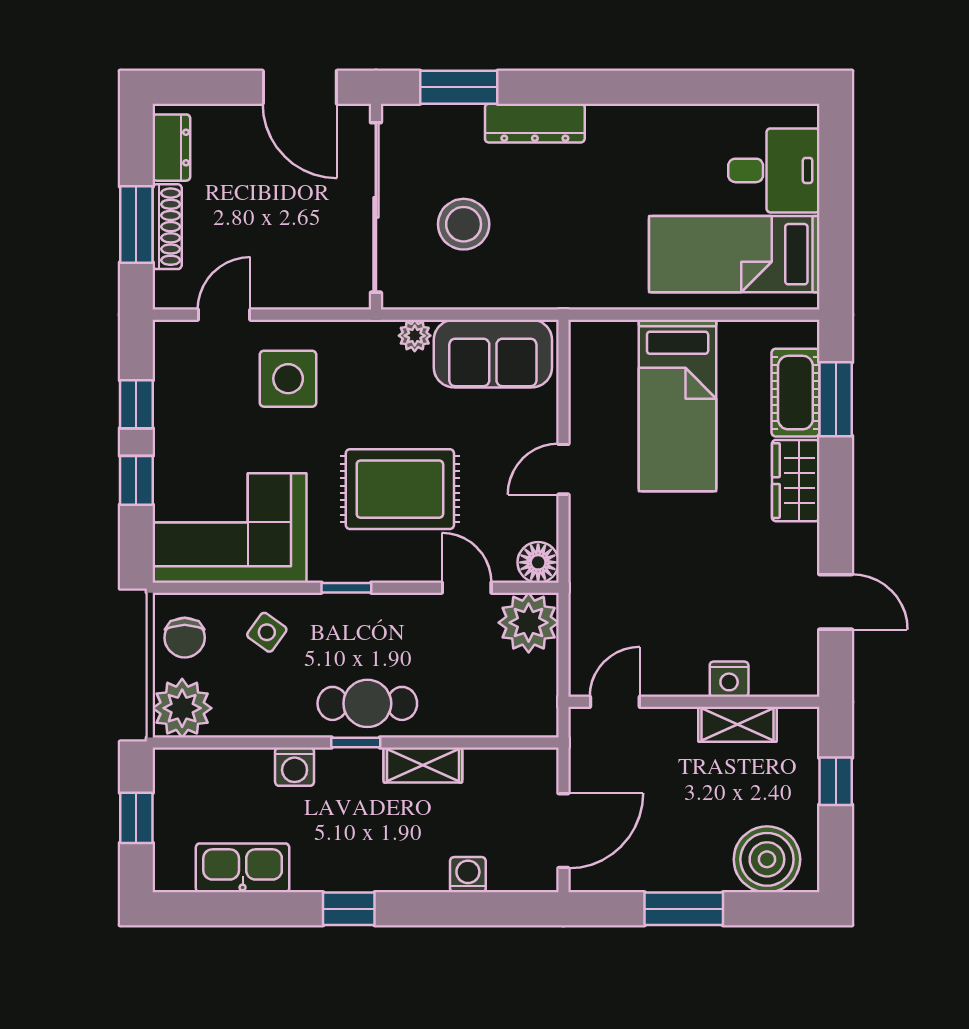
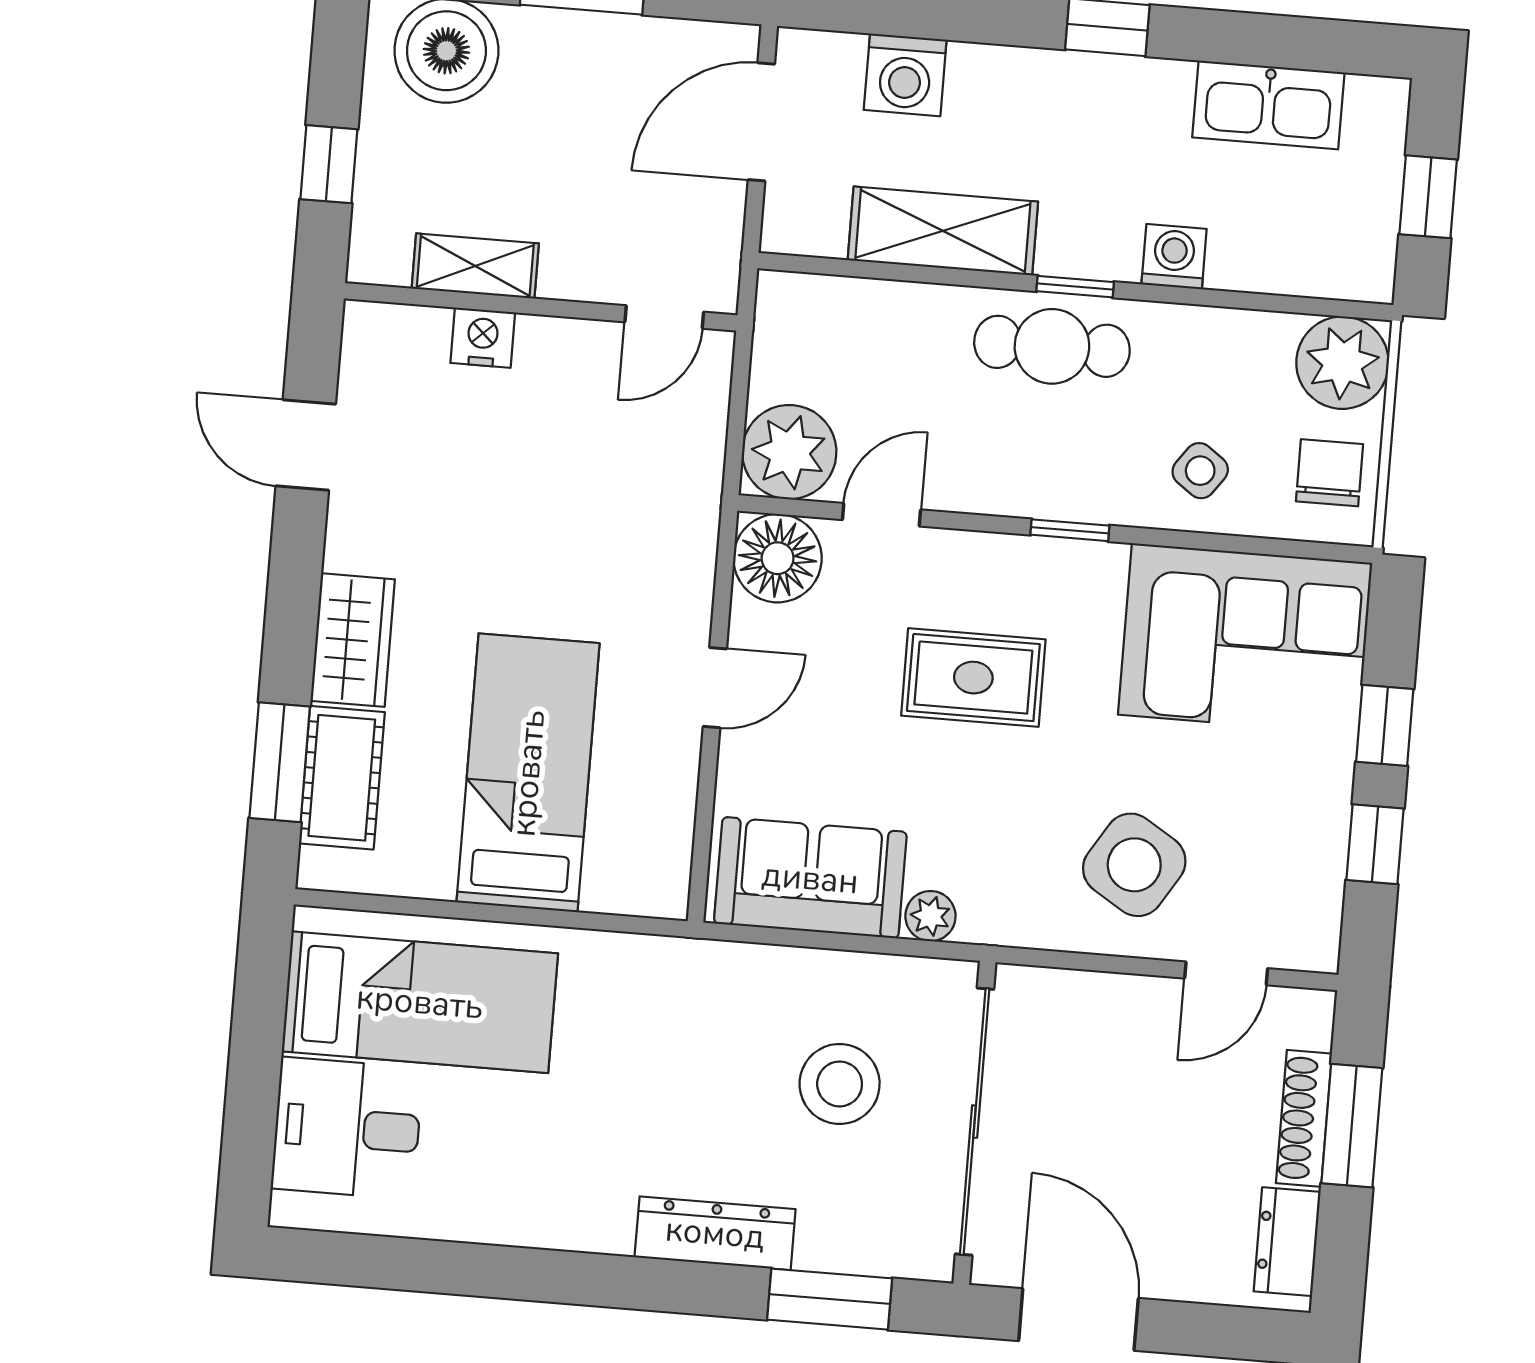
side table: (288, 379) -> (1134, 865), turned 32
rug: (400, 489) -> (973, 678), width x0.73, depth x0.70
floor lamp: (538, 562) -> (778, 558), width x1.38, depth x1.38
door: (467, 588) -> (882, 515), swing flipped
shelving: (423, 765) -> (943, 231), width x1.50, depth x1.33
washing machine: (468, 875) -> (905, 75), width x1.38, depth x1.38

